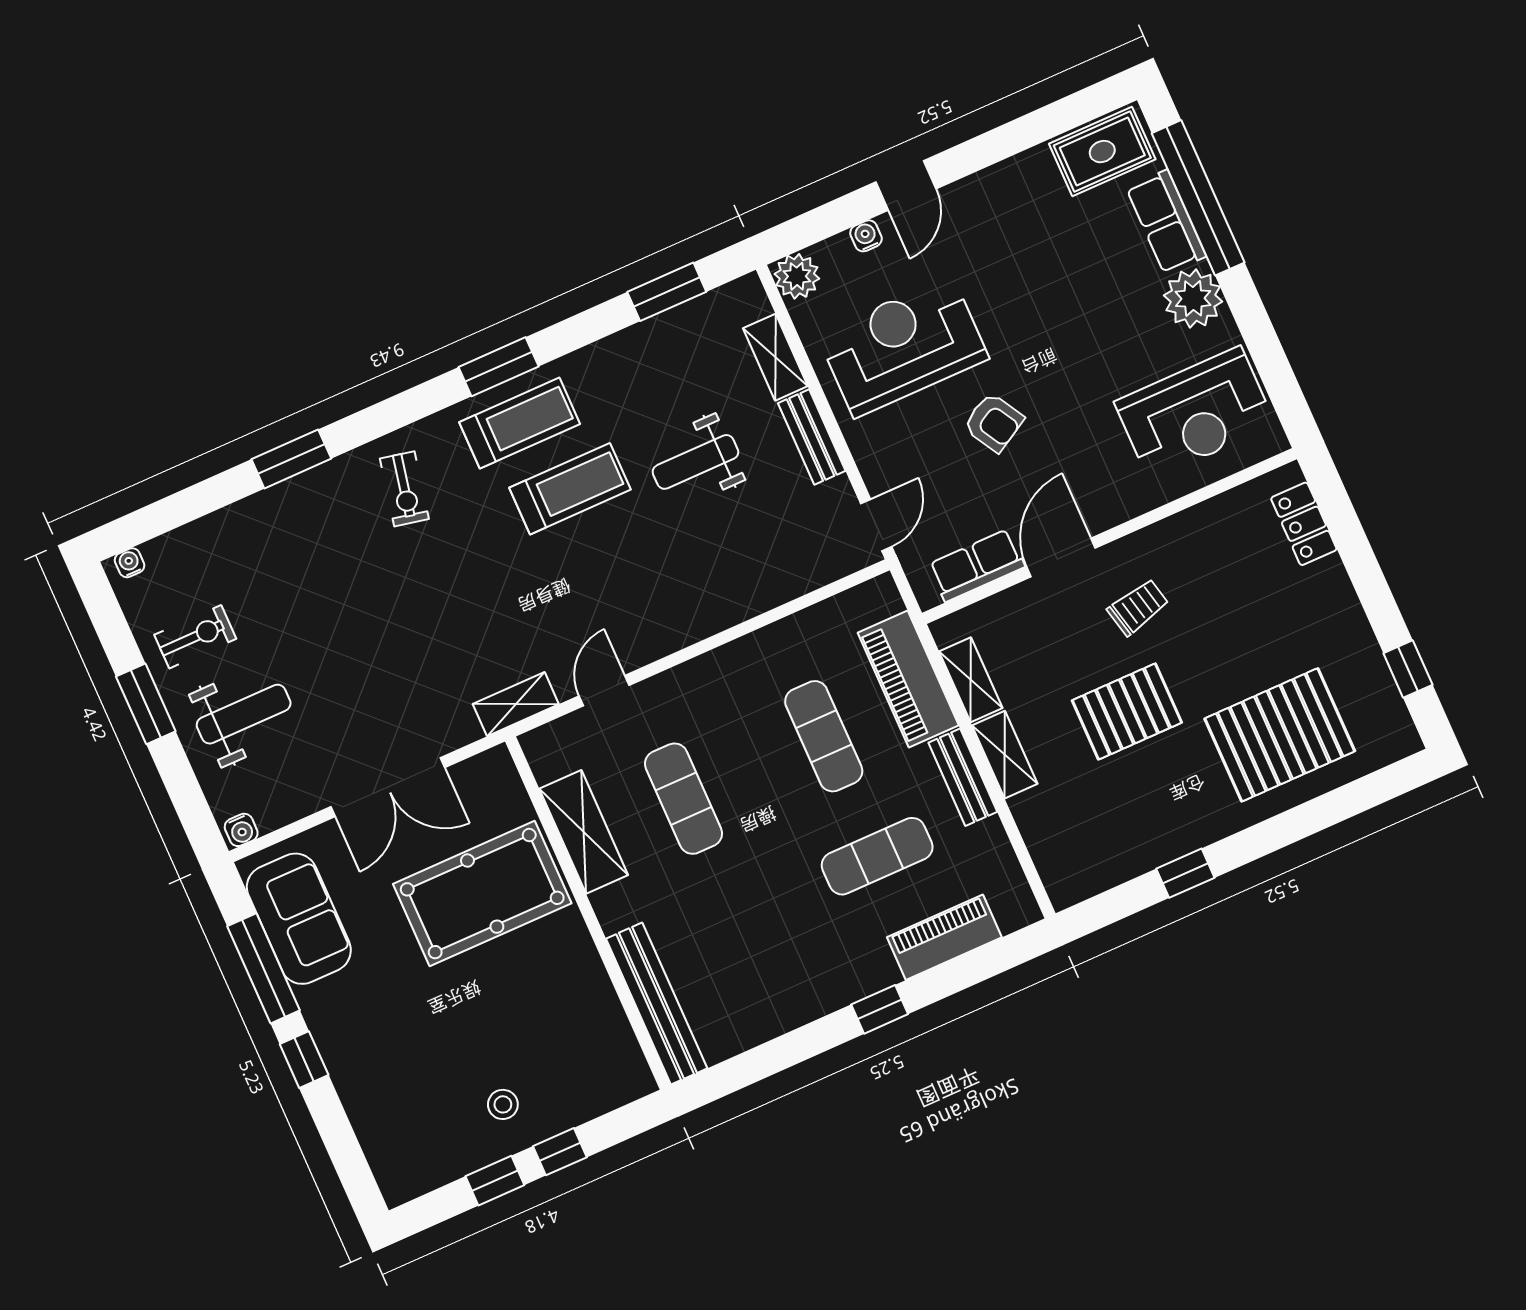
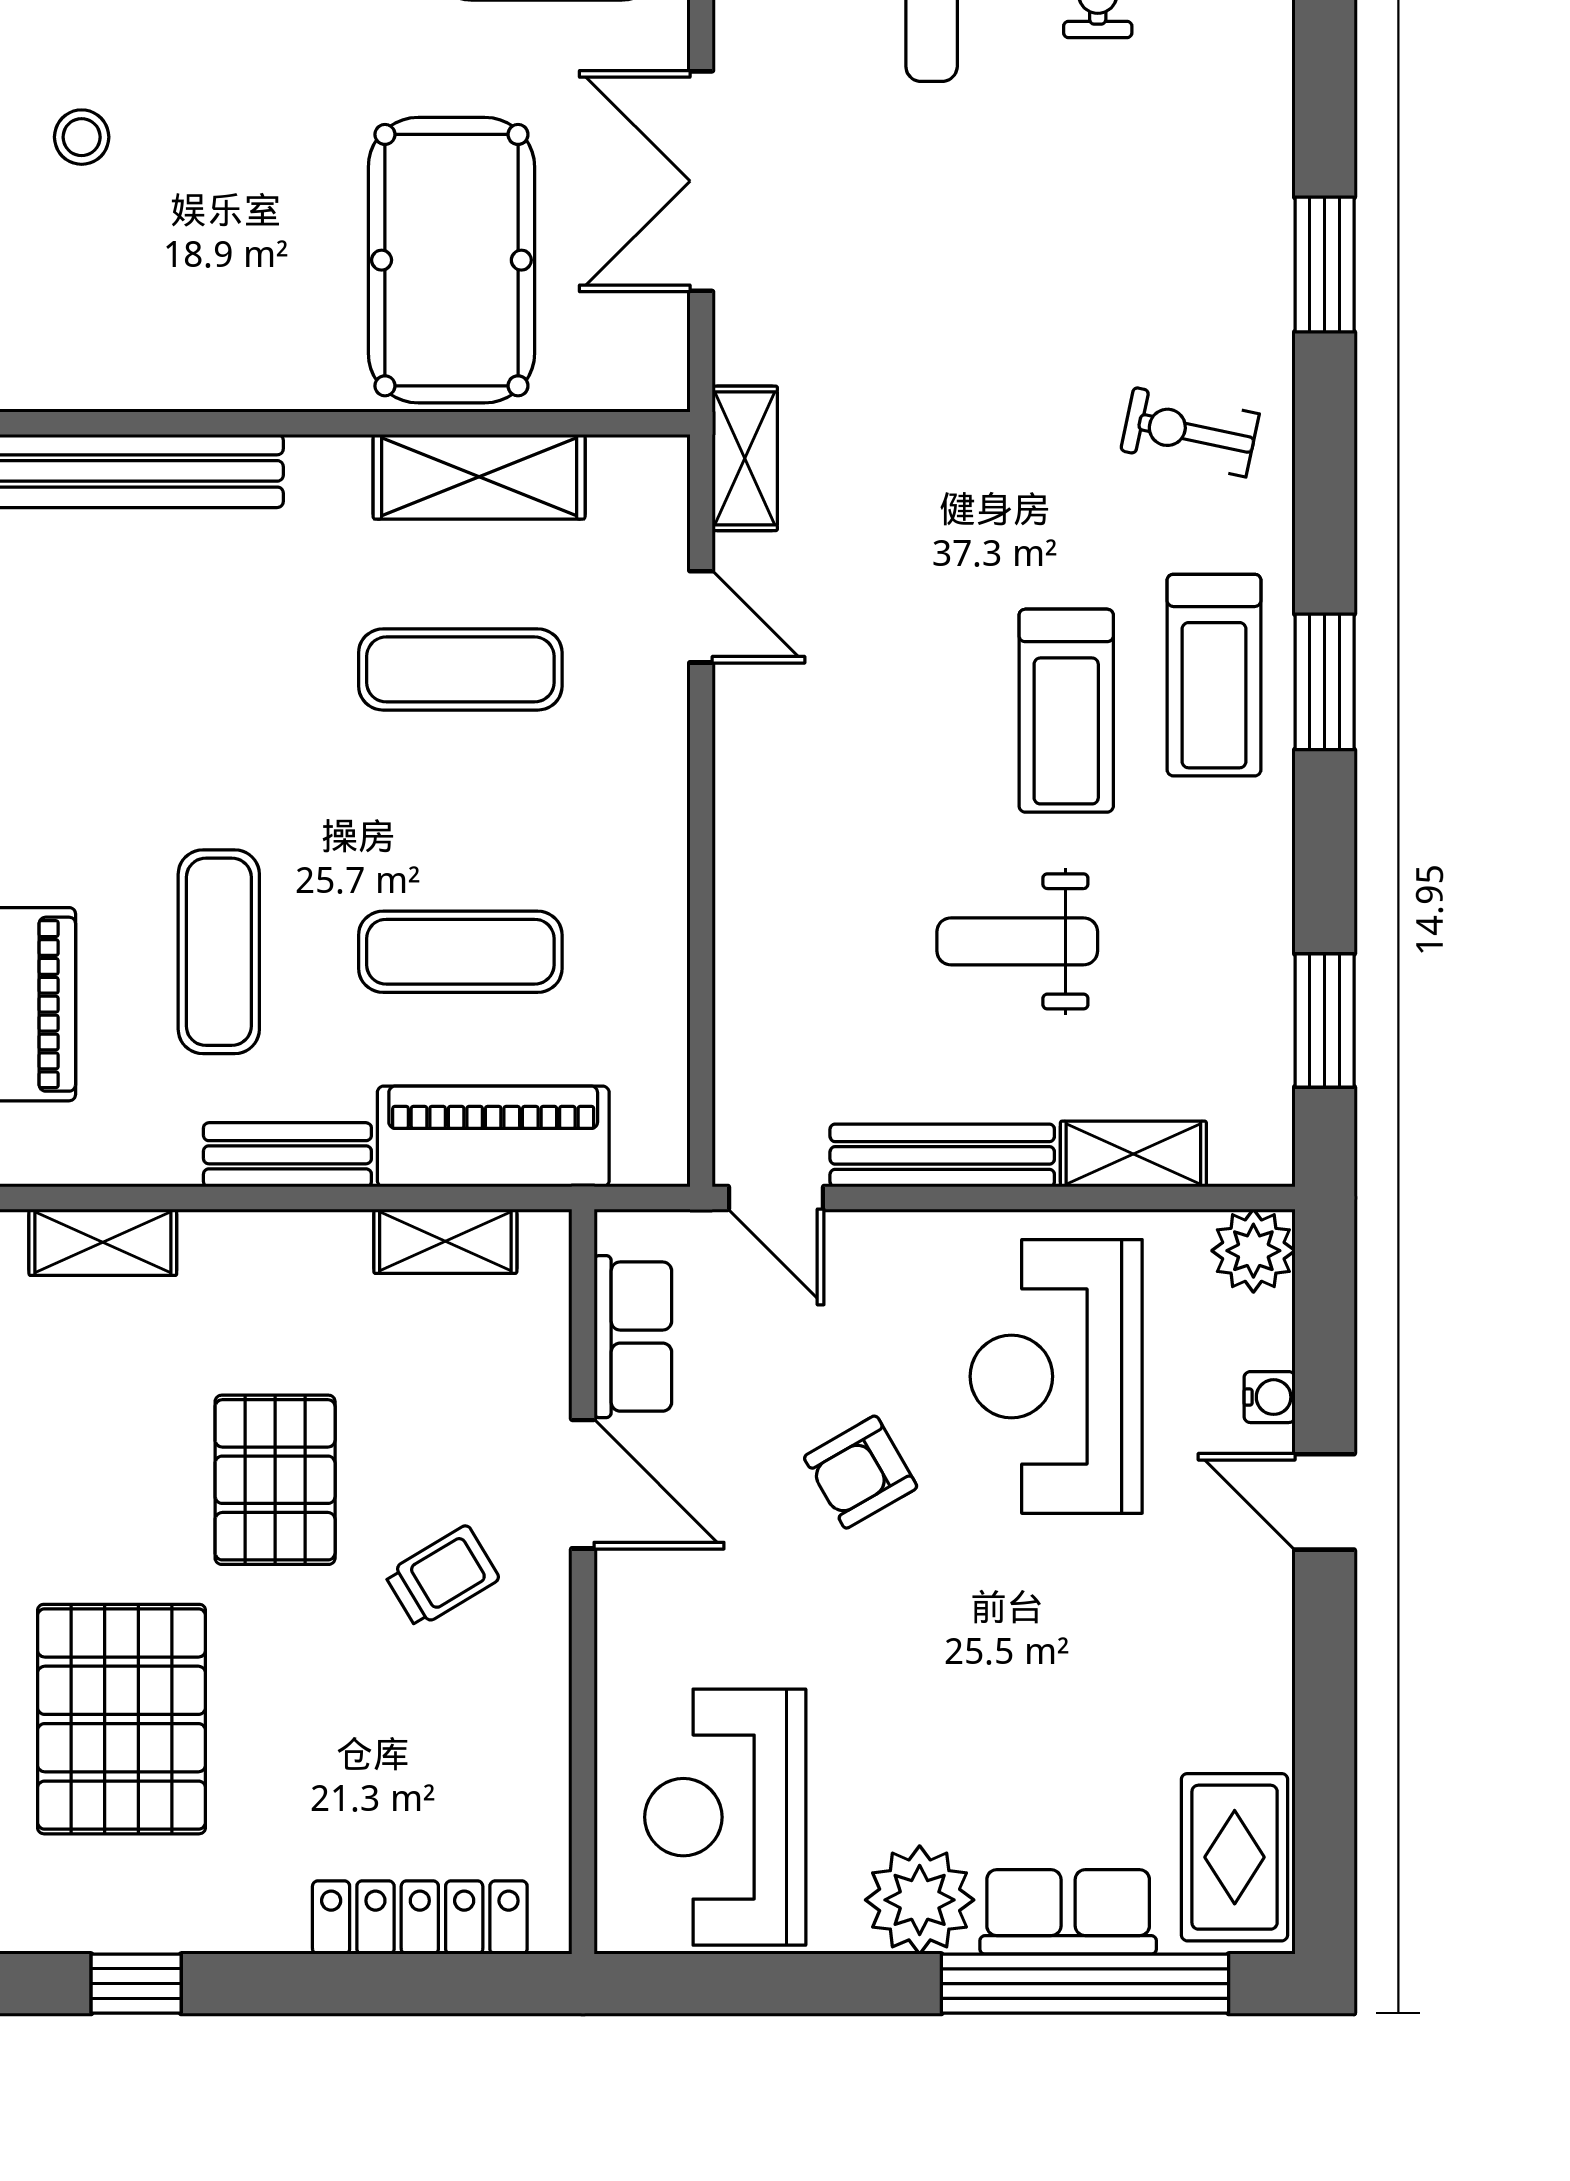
reception desk: (903, 346) -> (1056, 1376), turned 180
bench: (812, 437) -> (942, 1155), width x1.36
weight bench: (695, 462) -> (1017, 941), turned -90
locker: (1304, 524) -> (420, 1917), width x1.53
trolley: (1138, 607) -> (442, 1576), turned -108
shelving: (1005, 755) -> (103, 1242), moved

